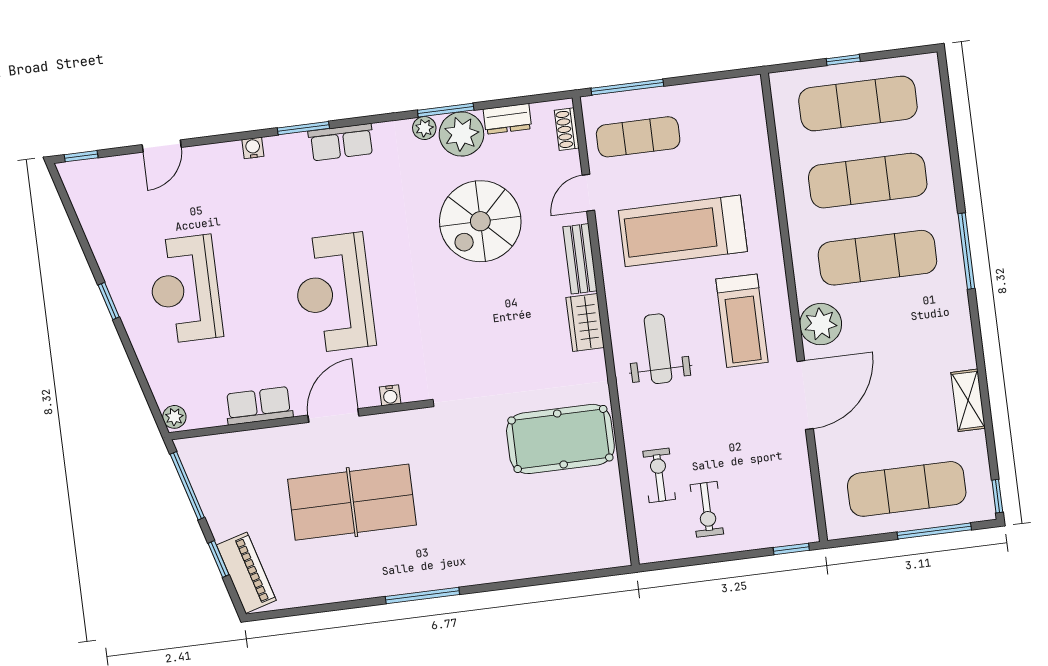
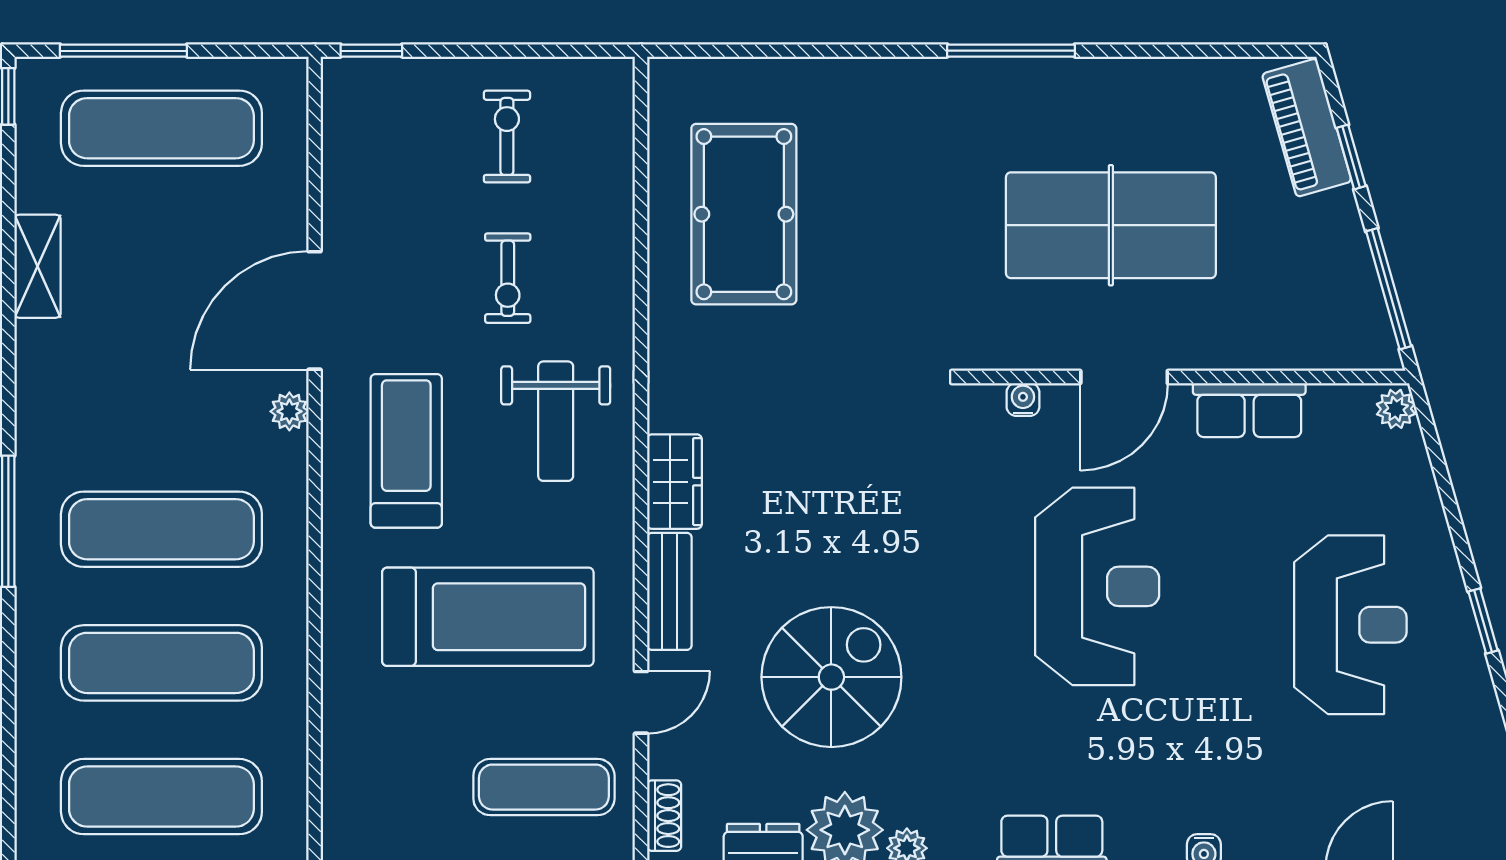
plant: (821, 324) -> (289, 411), width x0.53, depth x0.53
pool table: (560, 439) -> (744, 214), moved, turned 90
exercise bike: (659, 475) -> (508, 278), moved

